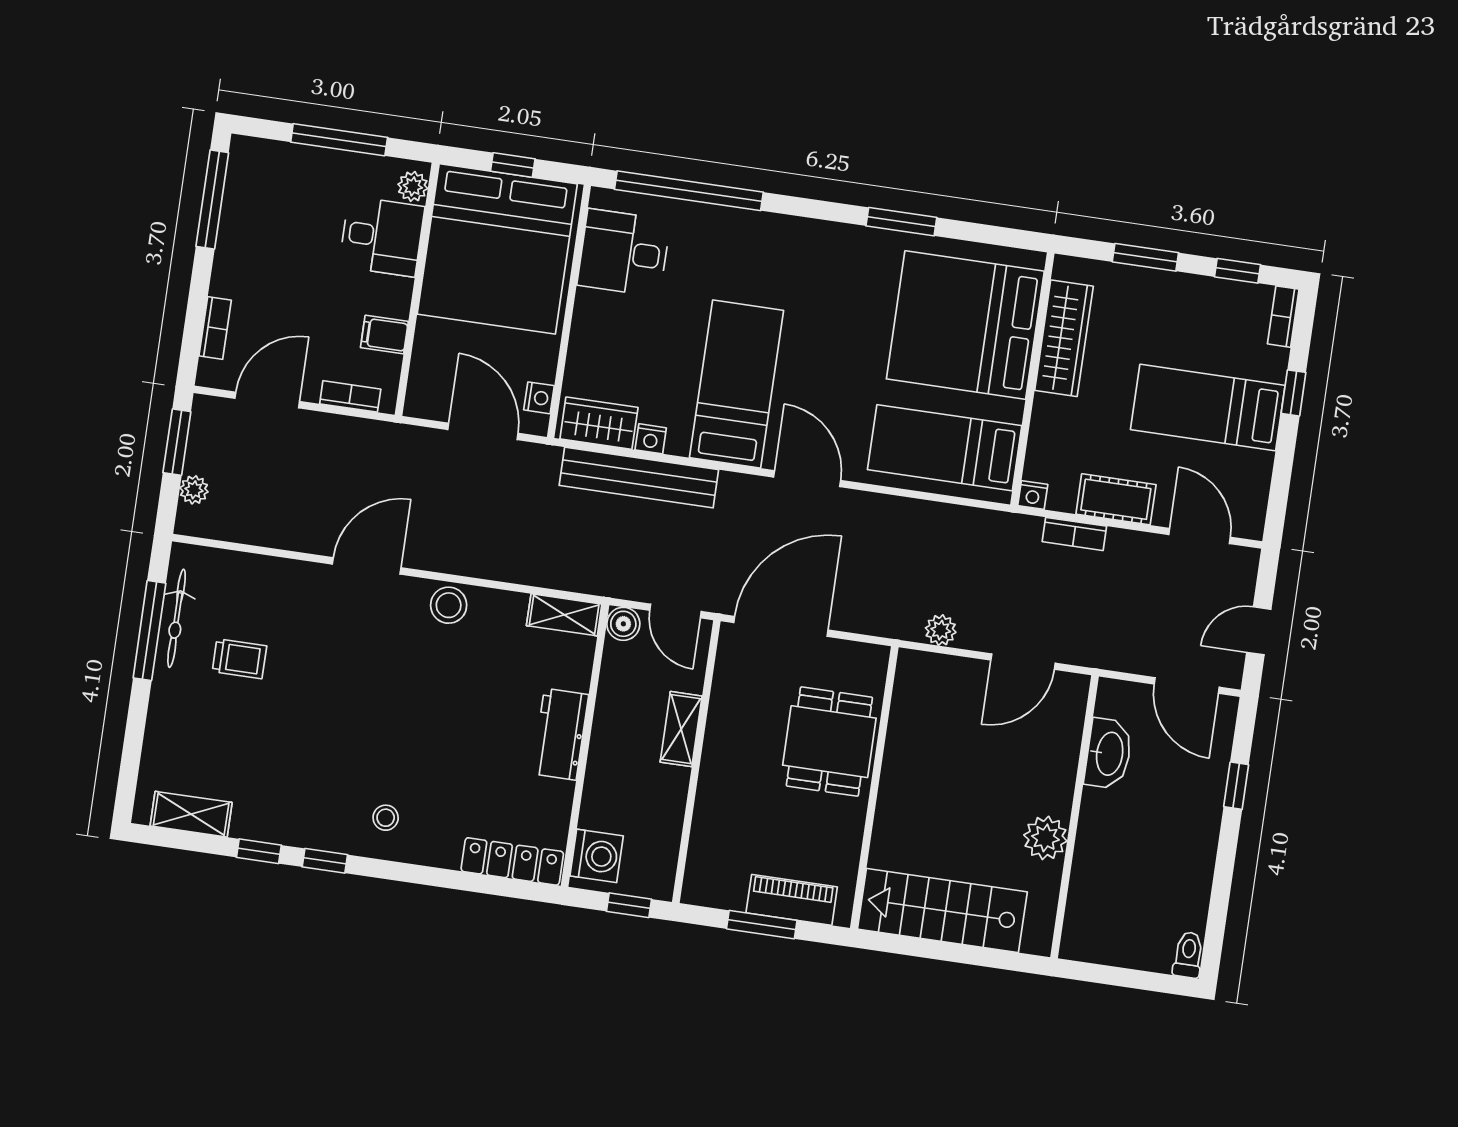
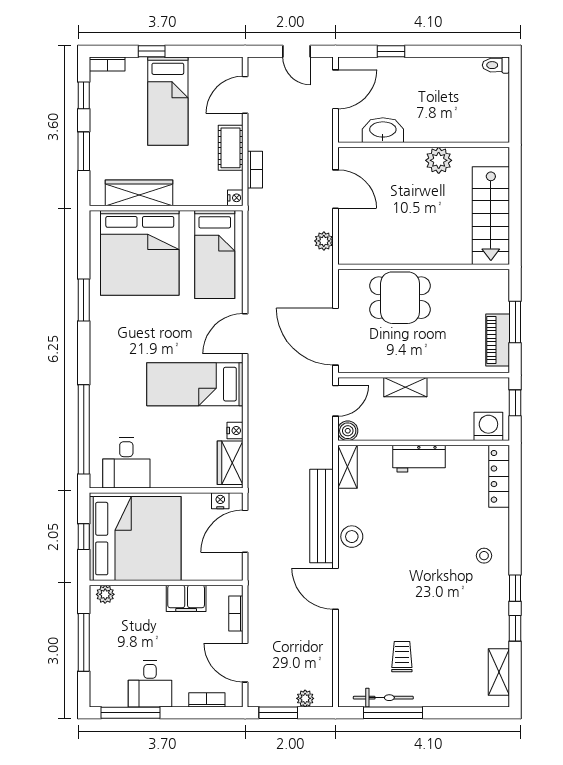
desk: (382, 236) -> (150, 684), moved, turned 180
filing cabinet: (384, 335) -> (186, 598), width x2.00
bench: (639, 478) -> (322, 516), moved
piano: (792, 900) -> (498, 340), moved

